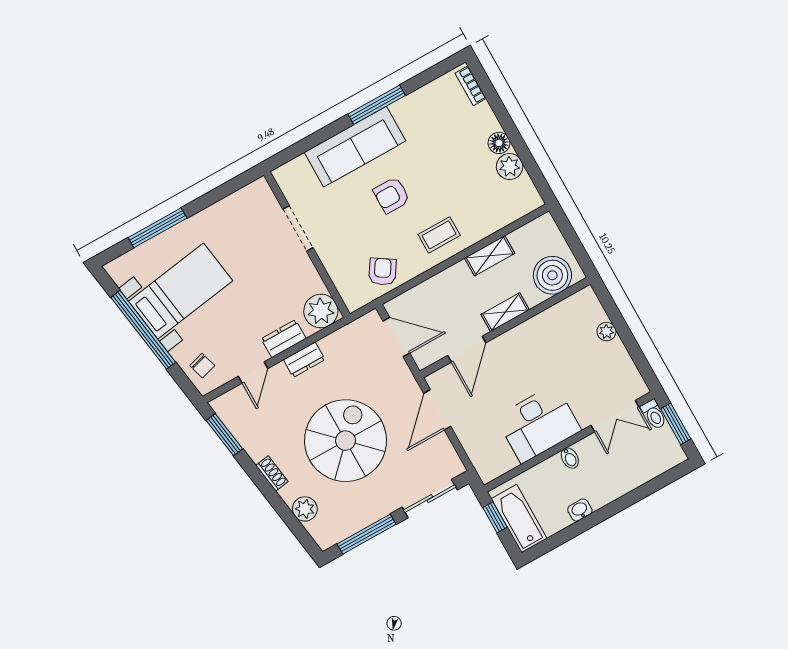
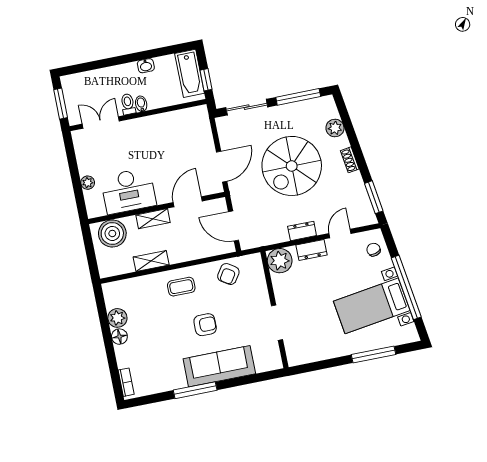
toilet: (654, 414) -> (128, 104), moved
desk: (538, 424) -> (128, 191), moved, turned 180

